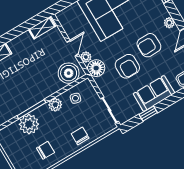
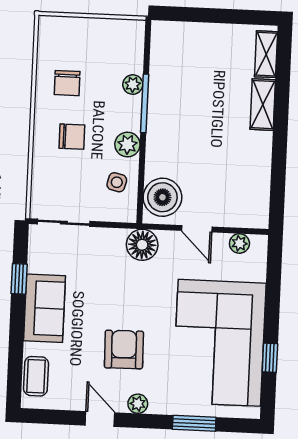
shelving: (42, 28) -> (259, 202), removed
plant: (86, 57) -> (239, 243), moved
armchair: (127, 66) -> (113, 295), removed
plant: (29, 124) -> (133, 85), width x0.53, depth x0.53
chair: (80, 136) -> (72, 137), moved

